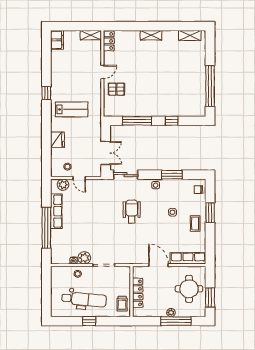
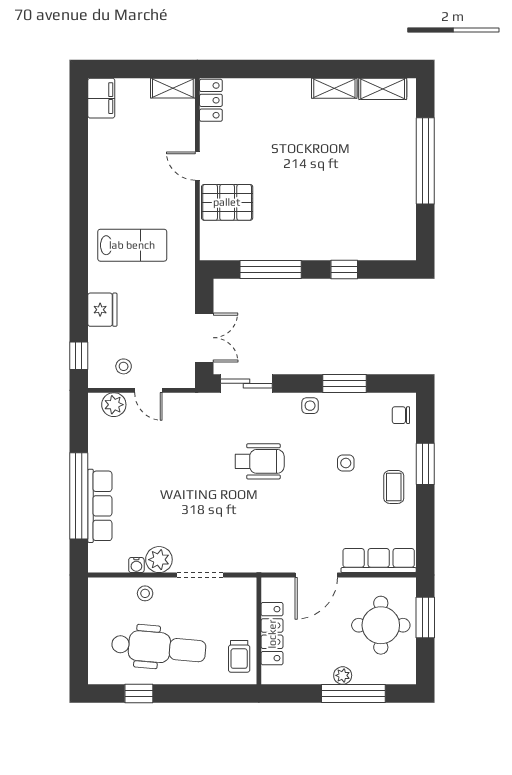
shelving: (151, 35) -> (334, 88), moved
door: (102, 72) -> (197, 166), swing flipped
window: (210, 86) -> (425, 161), moved
pallet: (116, 89) -> (227, 202), width x1.50, depth x1.42
window: (46, 93) -> (79, 356), moved
row of seats: (56, 211) -> (100, 506), moved
wheelchair: (132, 211) -> (260, 461), turned 90
door: (158, 265) -> (316, 575), swing flipped
window: (210, 297) -> (425, 617), moved
window: (89, 321) -> (139, 694), moved

